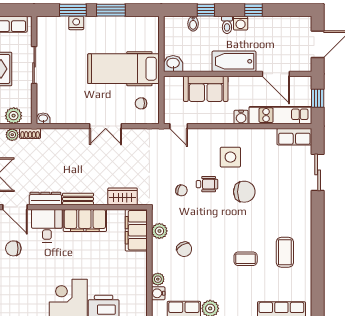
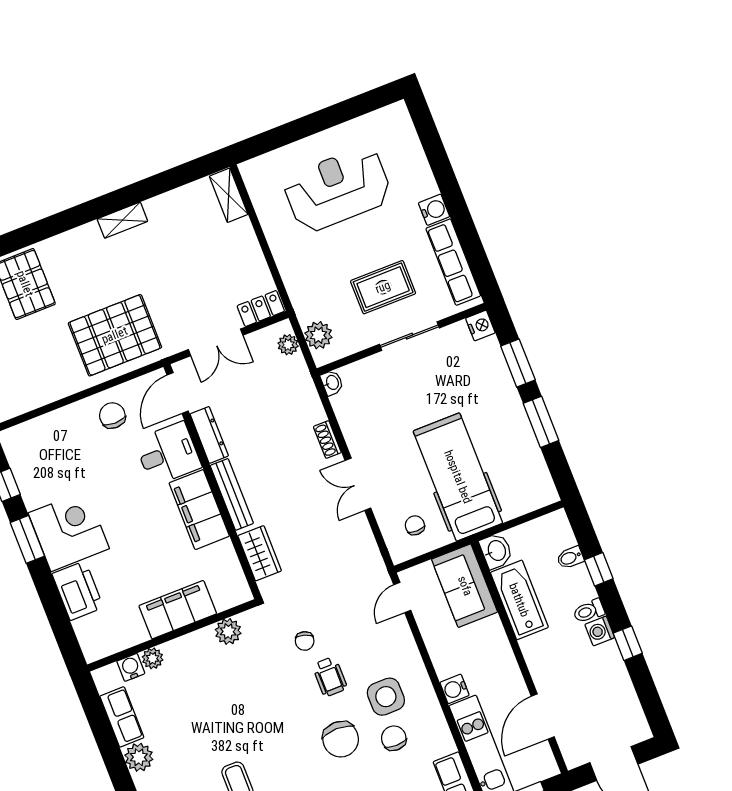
nightstand: (76, 23) -> (480, 326), moved
bathtub: (234, 61) -> (519, 600), moved
sofa: (206, 89) -> (465, 586), moved
shoe rack: (30, 133) -> (327, 440), moved
bench: (78, 199) -> (232, 494), width x1.36
filing cabinet: (136, 230) -> (178, 610), moved
chair: (184, 249) -> (394, 738), moved, turned 120

